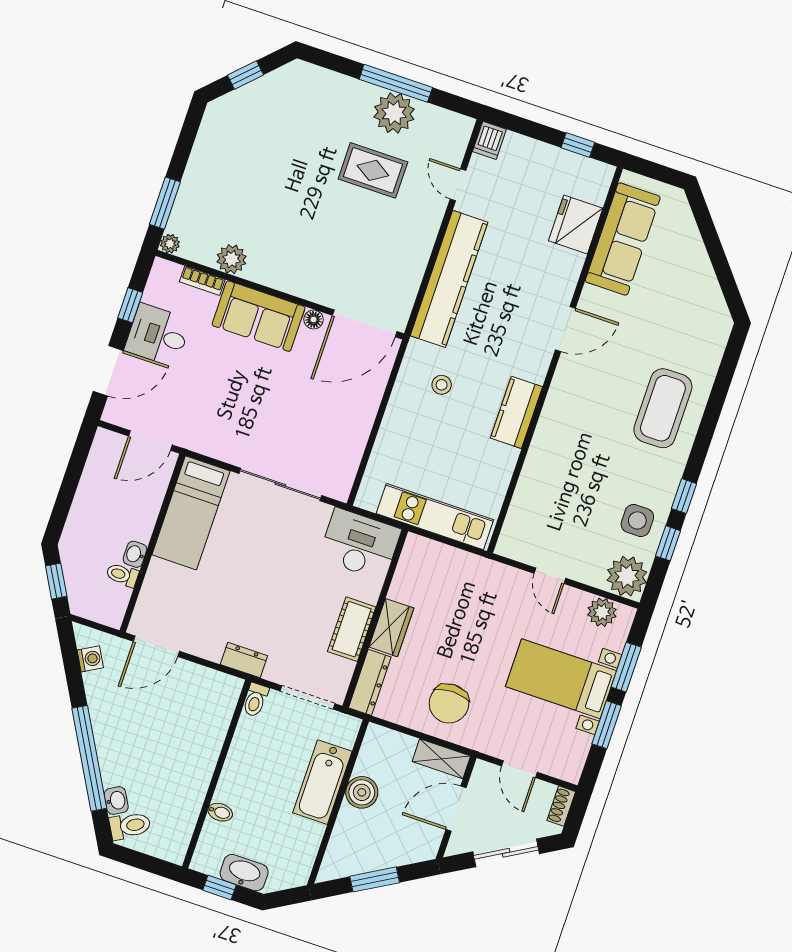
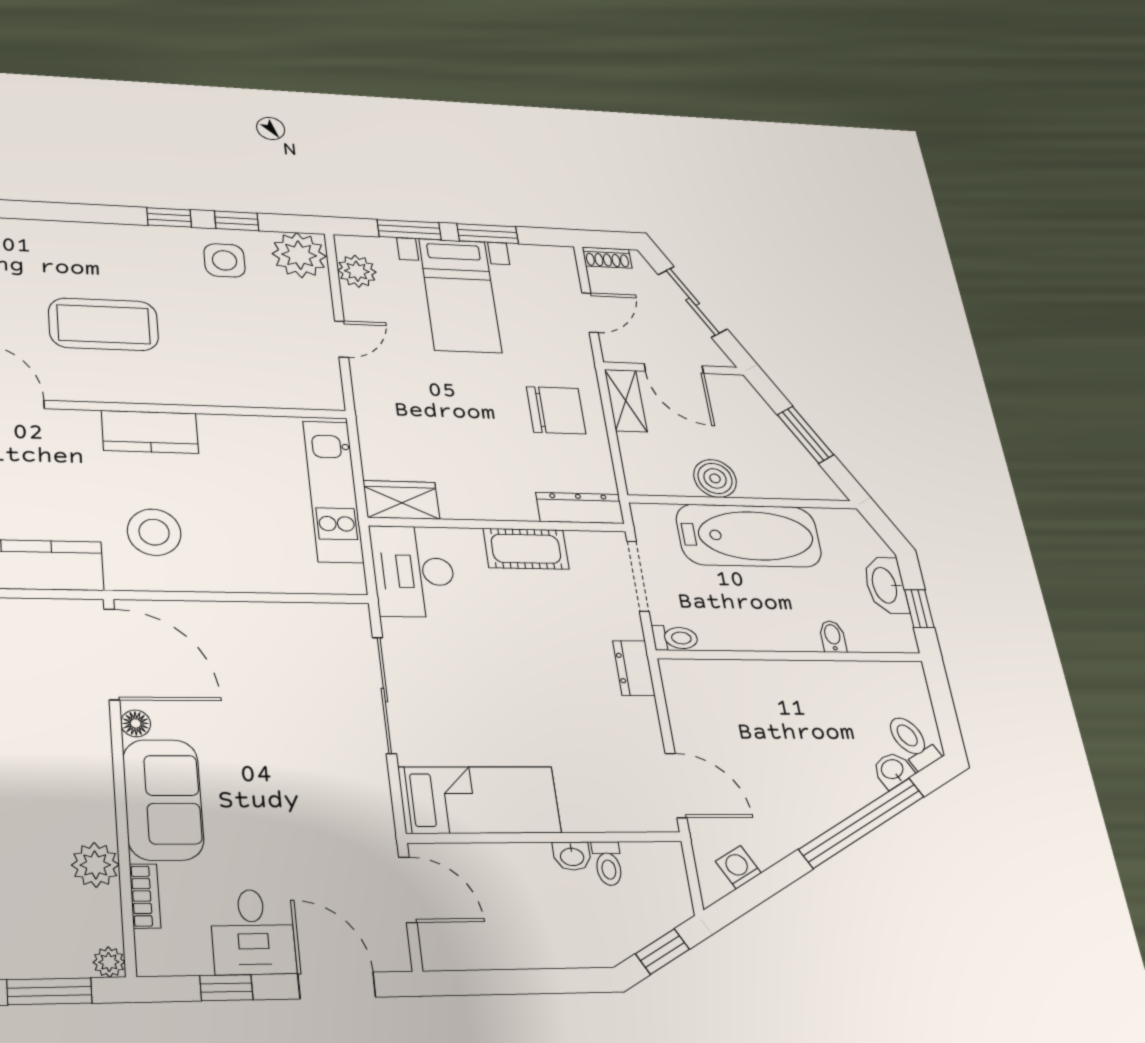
stool: (442, 385) -> (154, 532), width x1.89, depth x1.89
coffee table: (663, 408) -> (104, 324), moved
wardrobe: (391, 628) -> (401, 500), moved
bathtub: (322, 782) -> (749, 536), width x1.36, depth x1.36

